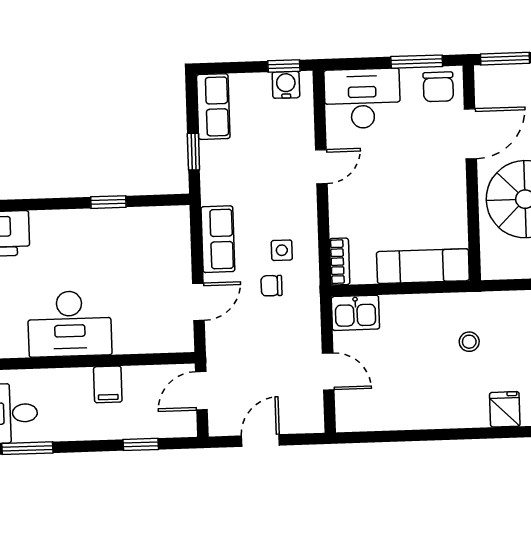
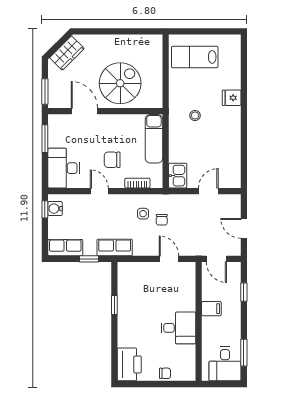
chair: (438, 87) -> (112, 160), moved, turned 180
row of seats: (218, 239) -> (115, 247), moved
bookcase: (340, 262) -> (137, 183), moved
desk: (70, 324) -> (178, 328), width x0.73

